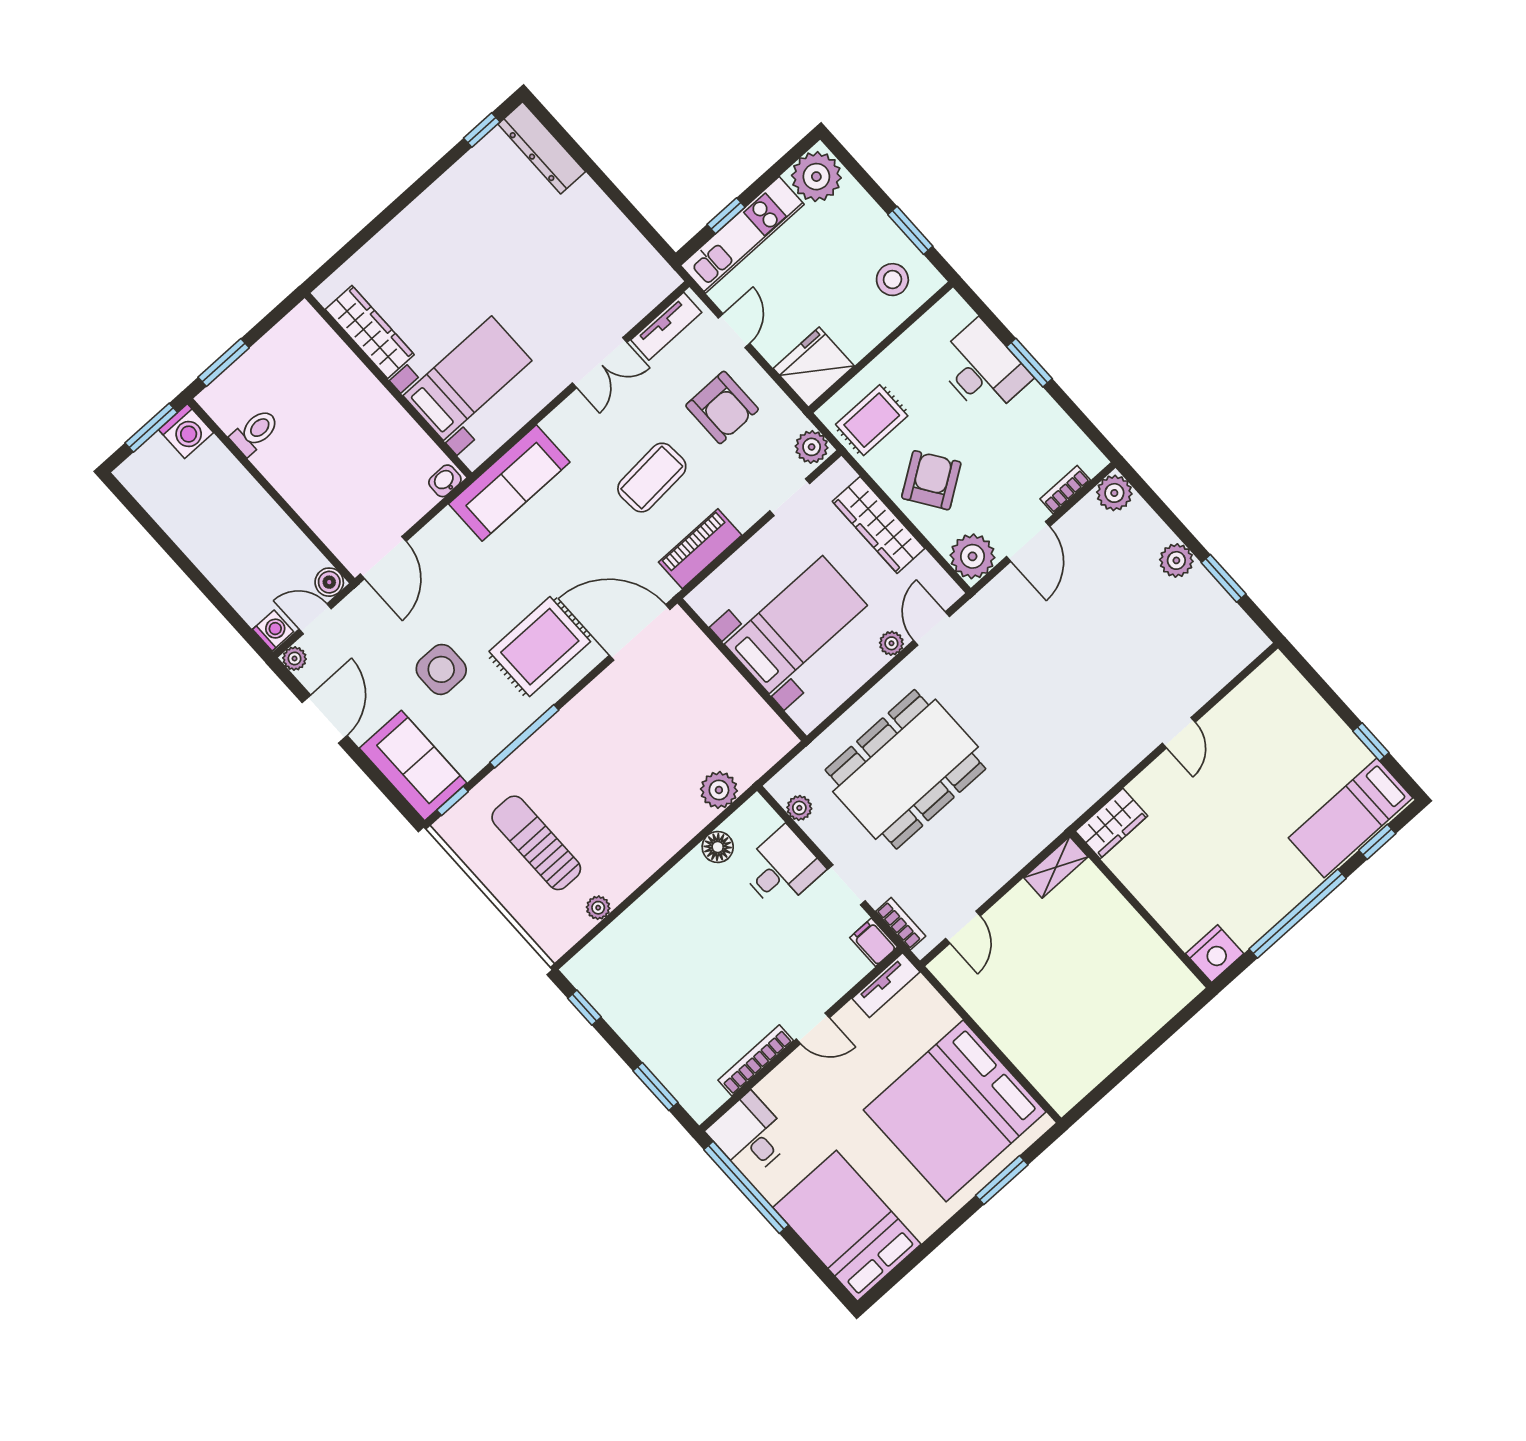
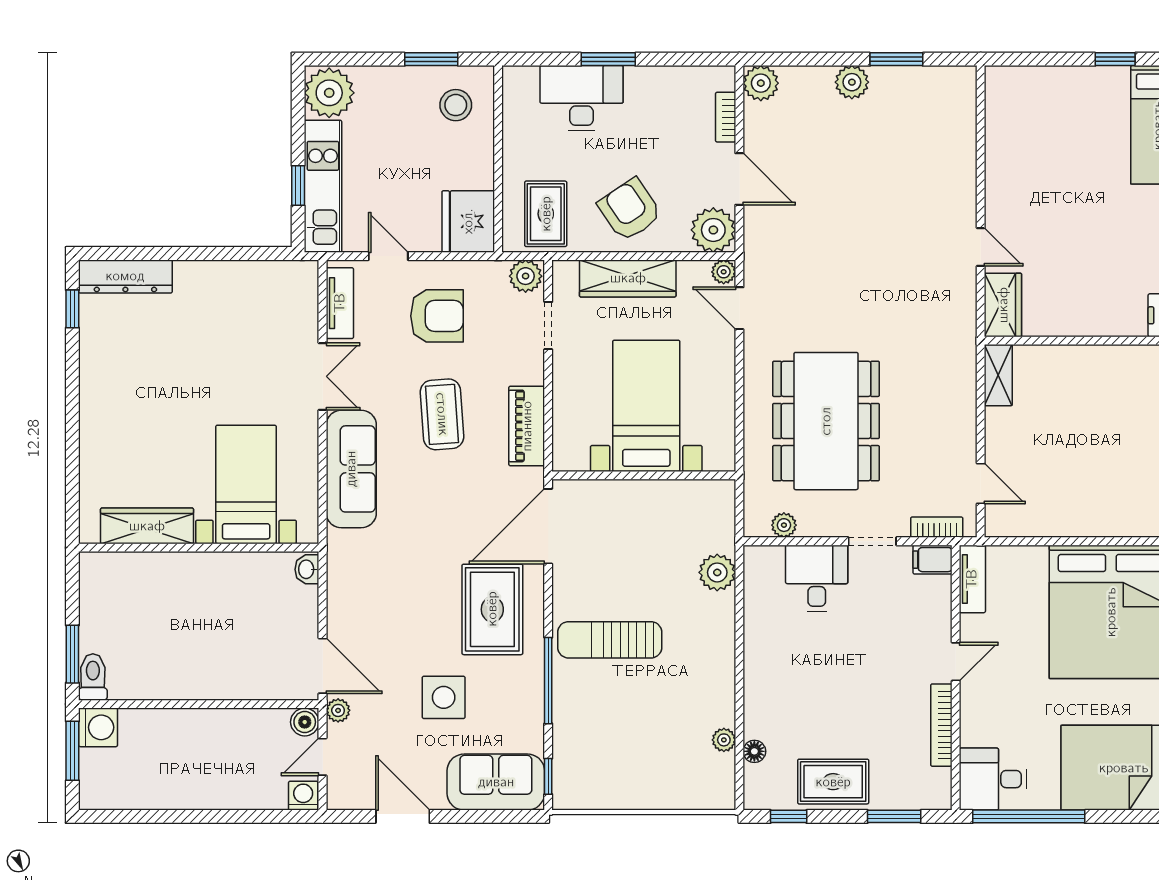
toilet: (255, 432) -> (93, 677), moved
sofa: (509, 483) -> (351, 469), moved
plant: (891, 643) -> (724, 272), moved
plant: (295, 658) -> (338, 710), moved
door: (1179, 733) -> (981, 247), moved
sun lounger: (536, 843) -> (610, 640), moved
floor lamp: (718, 847) -> (754, 751), moved, width x0.73, depth x0.73
rug: (641, 1017) -> (833, 782), added

